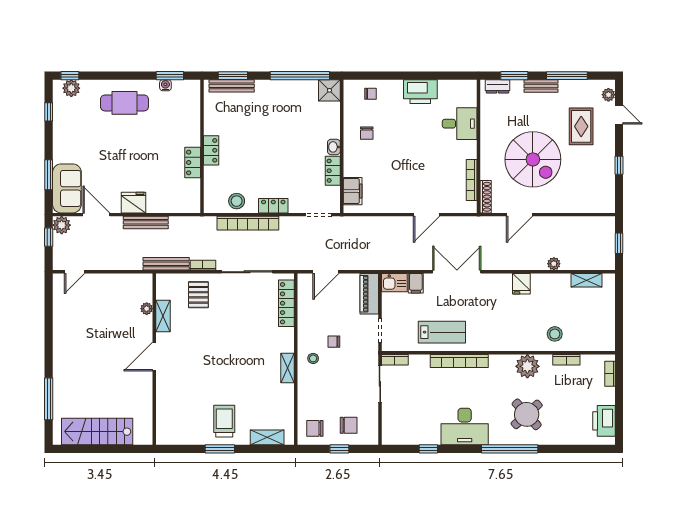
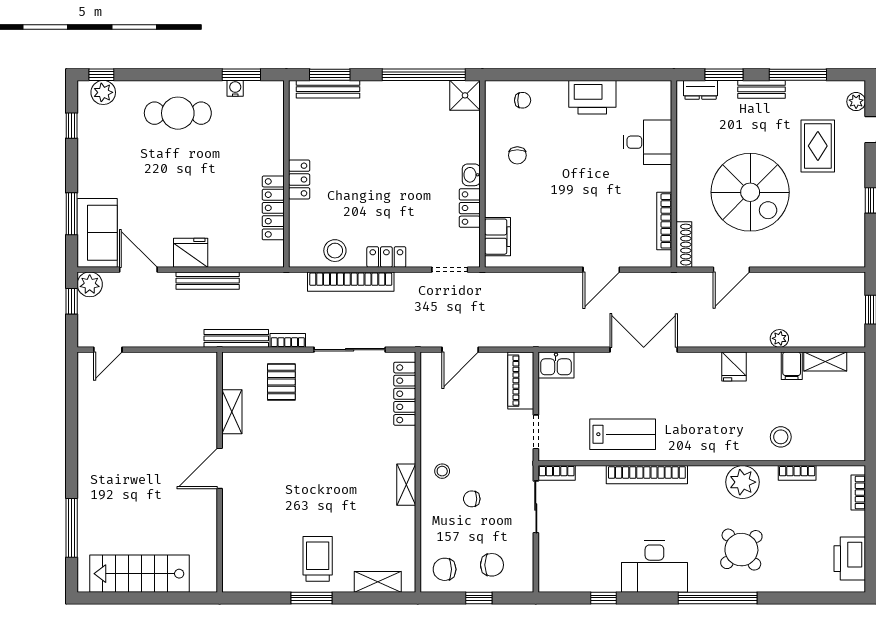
locker: (193, 162) -> (273, 208), width x1.53
filing cabinet: (416, 283) -> (792, 366), moved
plant: (147, 309) -> (209, 401), removed
chair: (334, 342) -> (472, 499), moved

